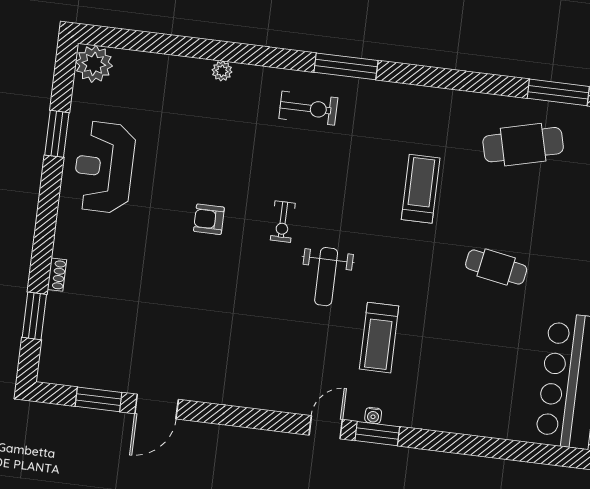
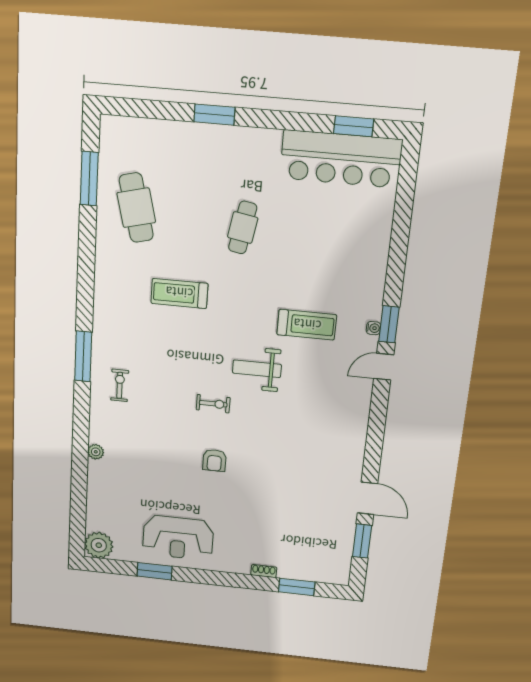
exercise bike: (308, 108) -> (120, 385), width x0.73, depth x0.72
weight bench: (326, 277) -> (257, 369), turned 180
door: (326, 427) -> (384, 367), hinge flipped

